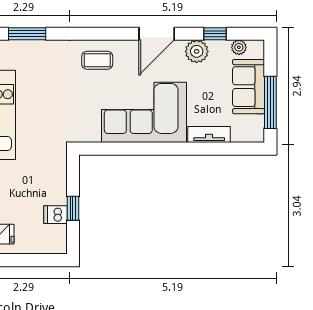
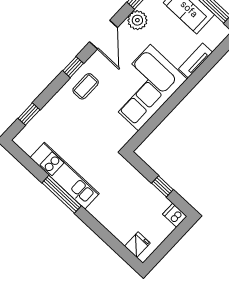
window: (27, 34) -> (29, 114), width x0.67
window: (104, 34) -> (73, 67), added
dishwasher: (55, 215) -> (175, 215), moved, turned 90

